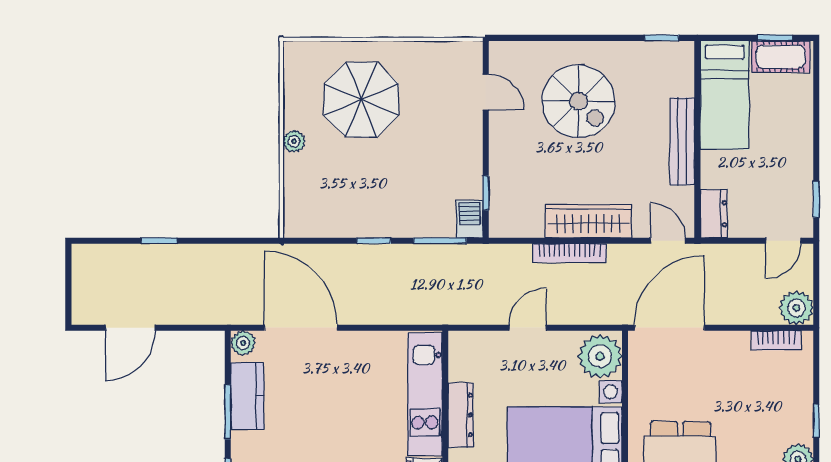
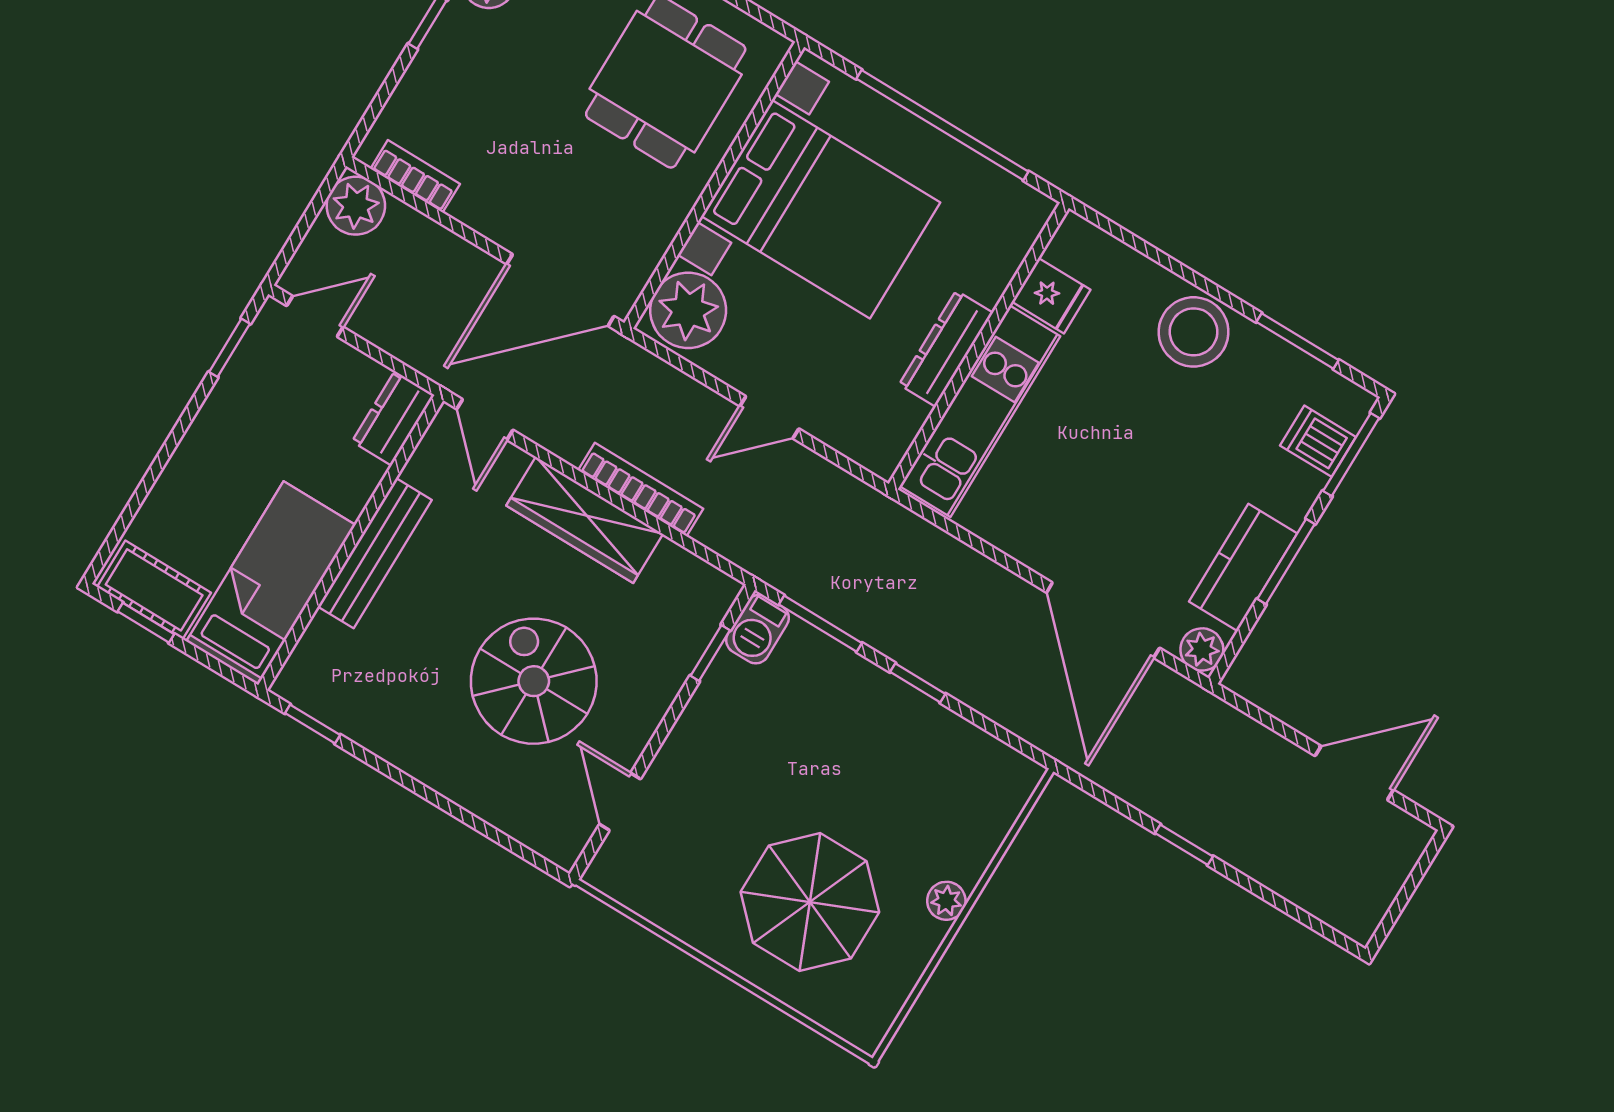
spiral stairs: (578, 101) -> (534, 681), moved
window: (159, 241) -> (1184, 845), moved

